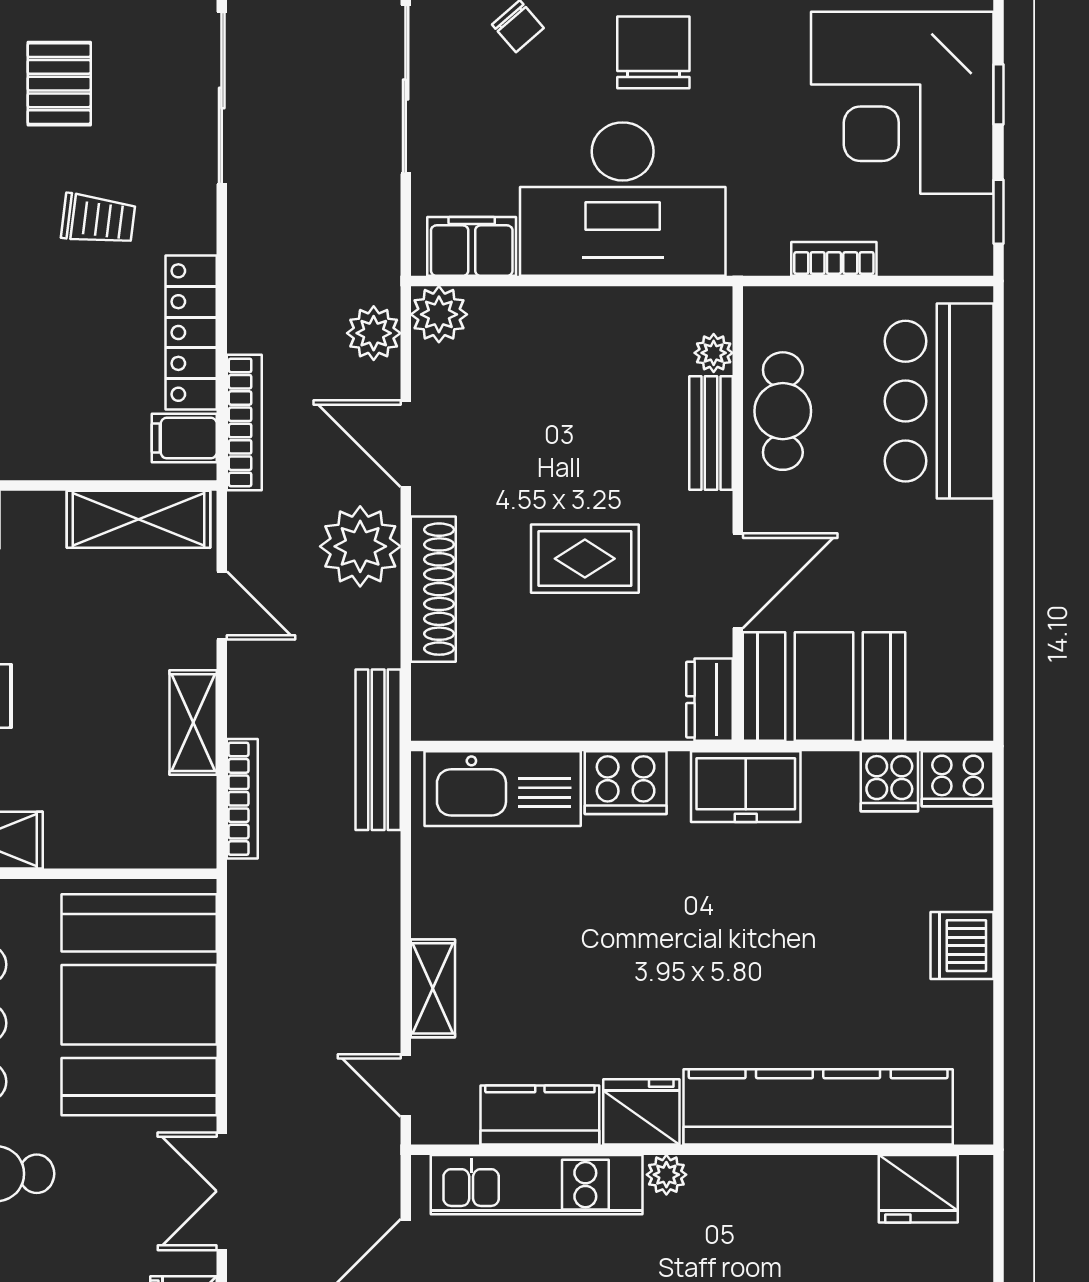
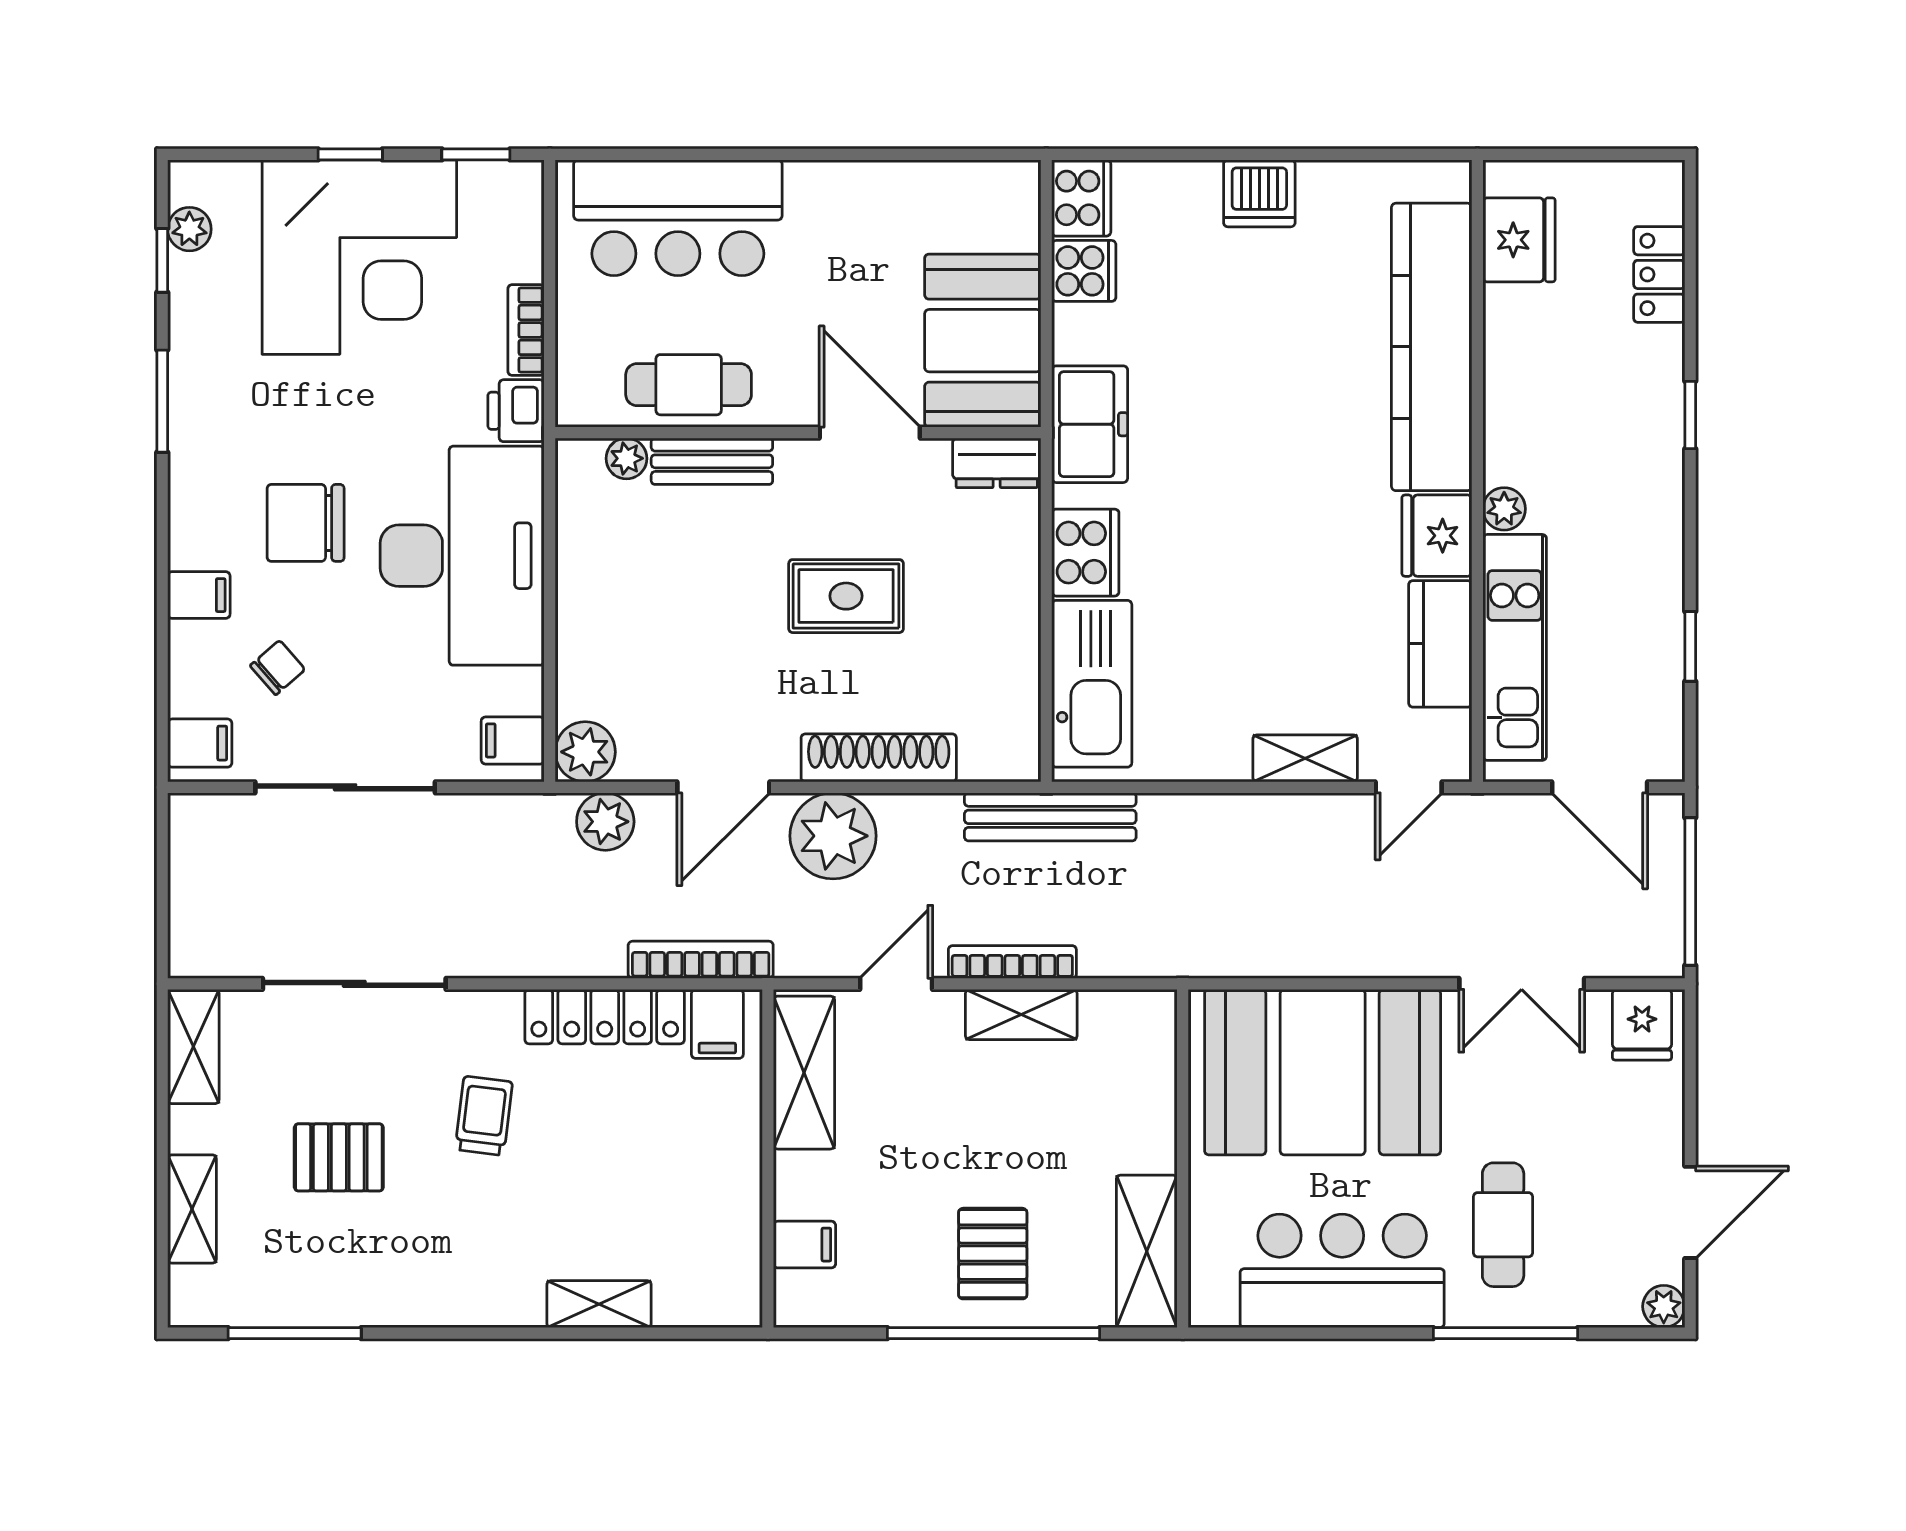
filing cabinet: (472, 246) -> (513, 740), width x0.50
printer: (758, 250) -> (516, 411), added
rug: (585, 559) -> (846, 596), turned 90
bookcase: (242, 799) -> (1012, 962), moved

